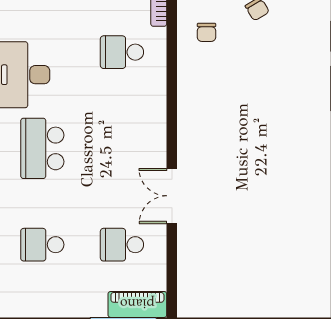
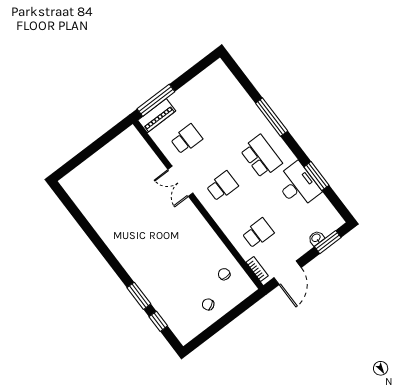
double door: (172, 196) -> (180, 181), swing flipped
school desk: (42, 245) -> (222, 186), moved

